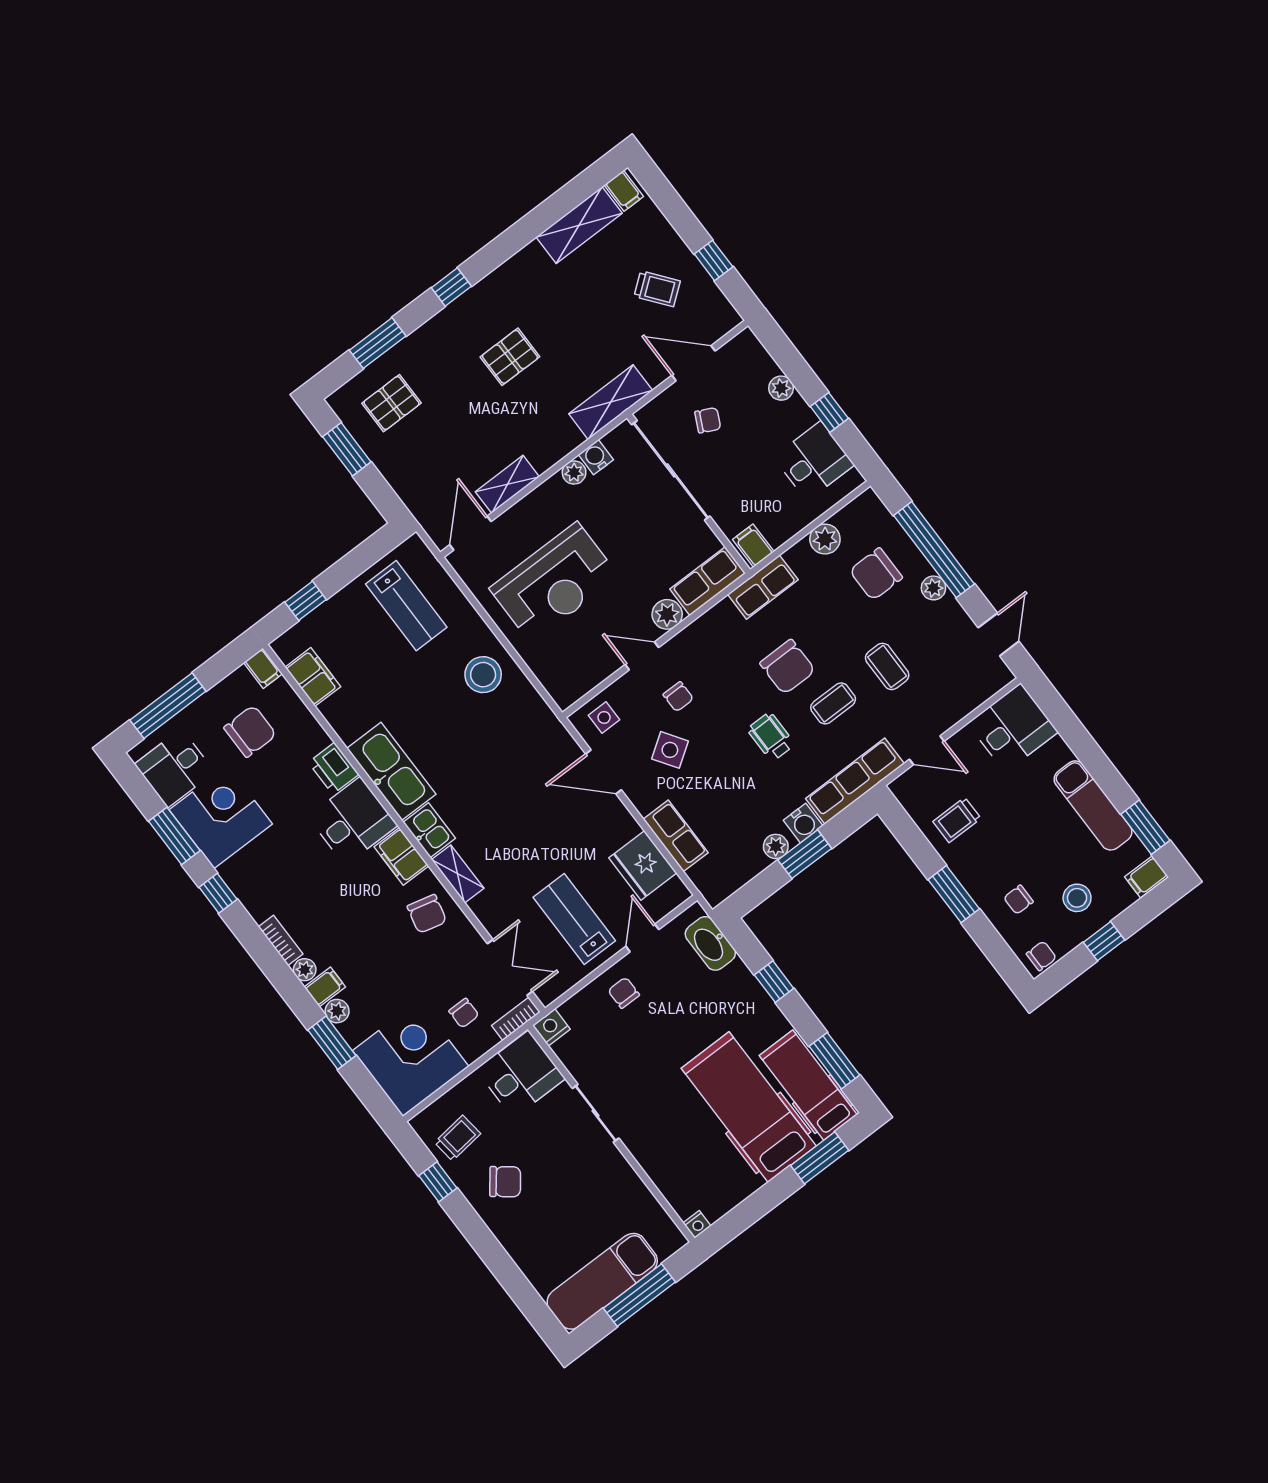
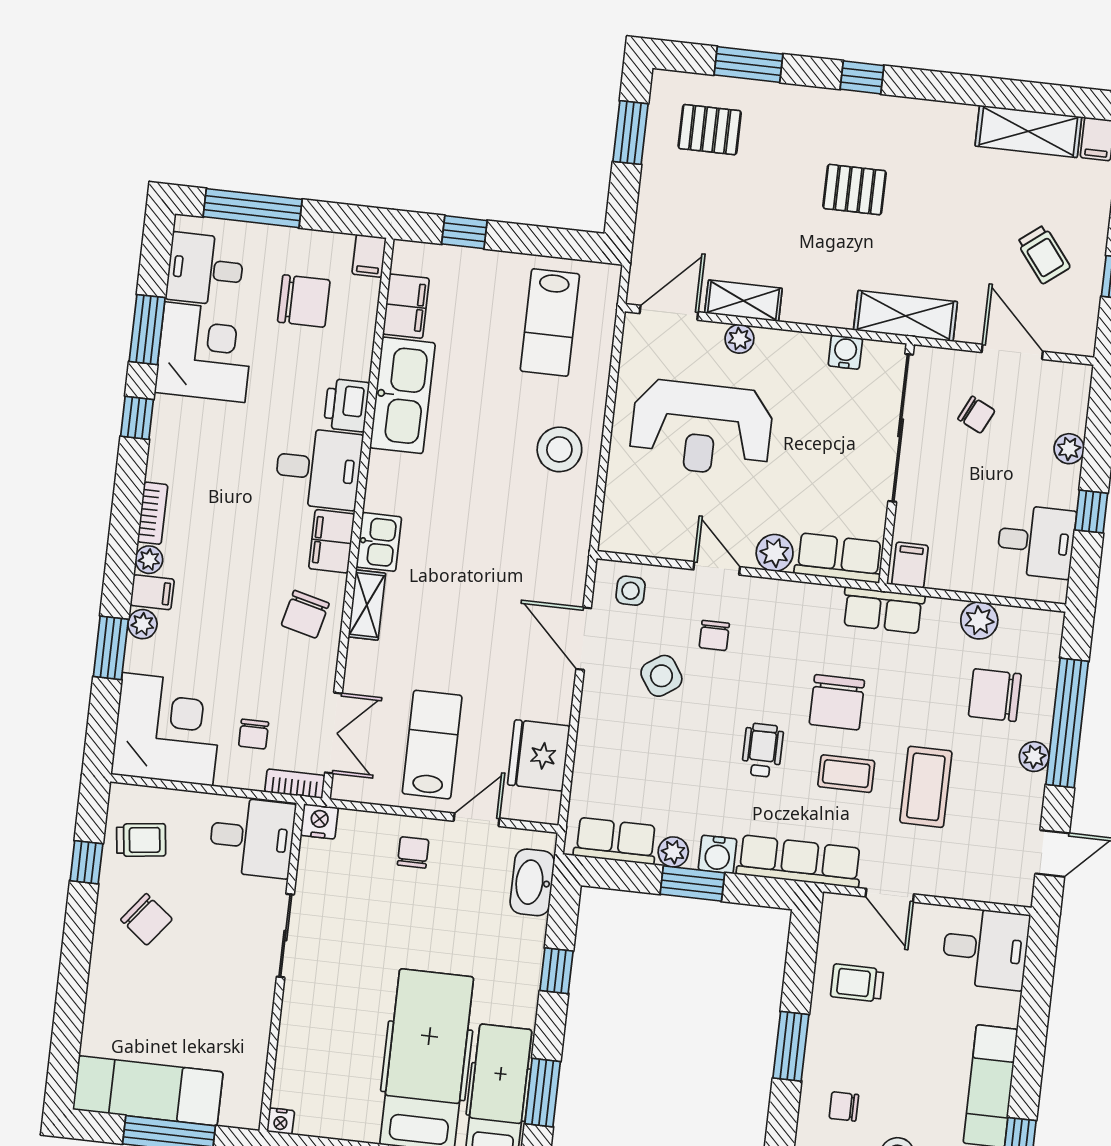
plant: (574, 472) -> (739, 339), moved
coffee table: (887, 666) -> (926, 787), width x1.36, depth x1.30
kitchen sink: (391, 771) -> (402, 395), moved
row of seats: (676, 836) -> (615, 841), moved, turned -90

